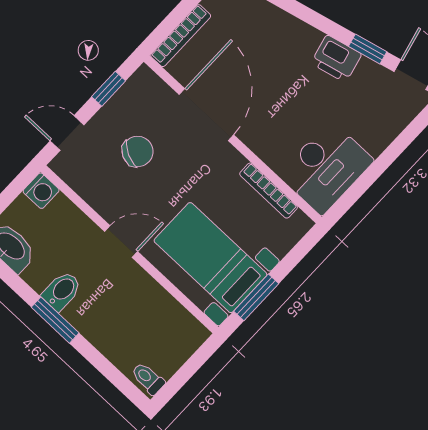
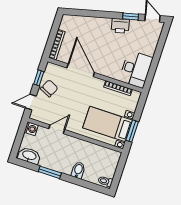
chair: (138, 151) -> (49, 88), moved
door: (121, 241) -> (57, 129), moved
bidet: (62, 291) -> (78, 170), moved
window: (55, 320) -> (50, 172), moved

